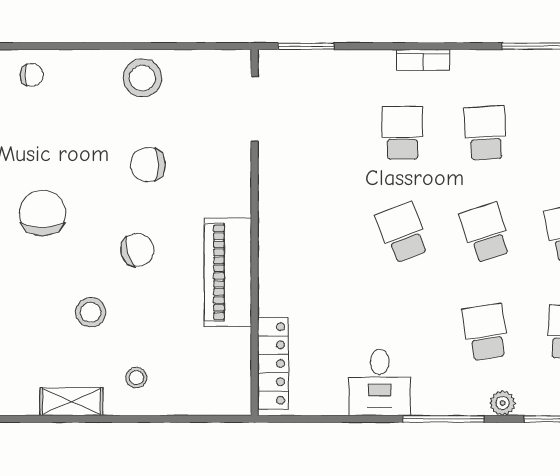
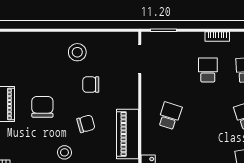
chair: (32, 75) -> (37, 43), removed
stool: (142, 78) -> (77, 52), moved
school desk: (403, 233) -> (170, 116), moved, turned 39

